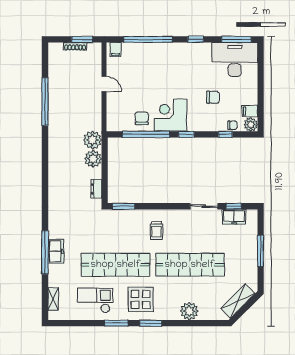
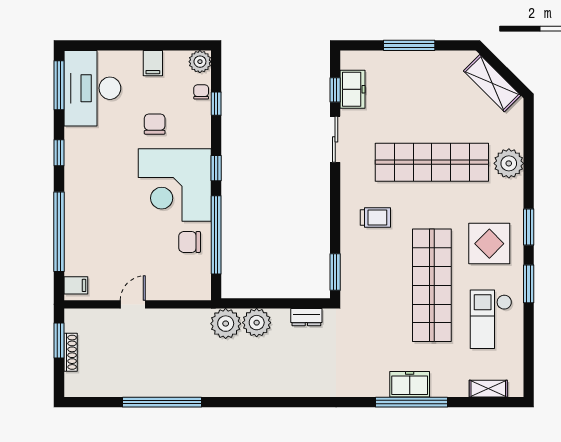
filing cabinet: (250, 111) -> (153, 63), moved
corner desk: (170, 115) -> (175, 185), width x1.36, depth x1.36
shop shelf: (190, 265) -> (432, 162), turned 90

